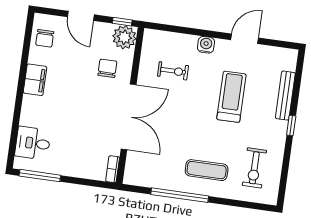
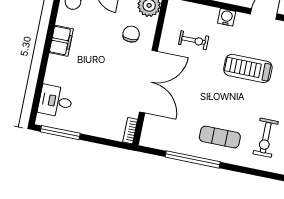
treadmill: (231, 97) -> (248, 68), turned -90

